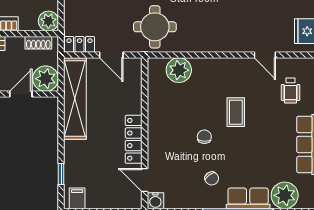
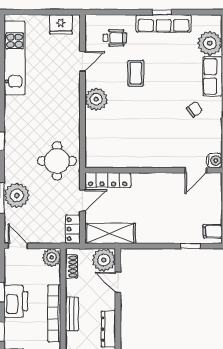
plant: (179, 70) -> (96, 99), moved
shelving: (75, 99) -> (110, 233), width x0.68
coffee table: (236, 112) -> (136, 73), moved, turned 90
chair: (204, 137) -> (157, 116), removed
locker: (134, 139) -> (108, 180), moved

